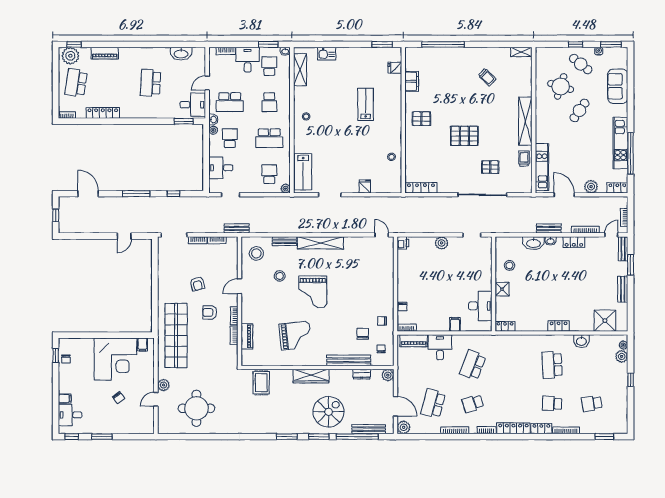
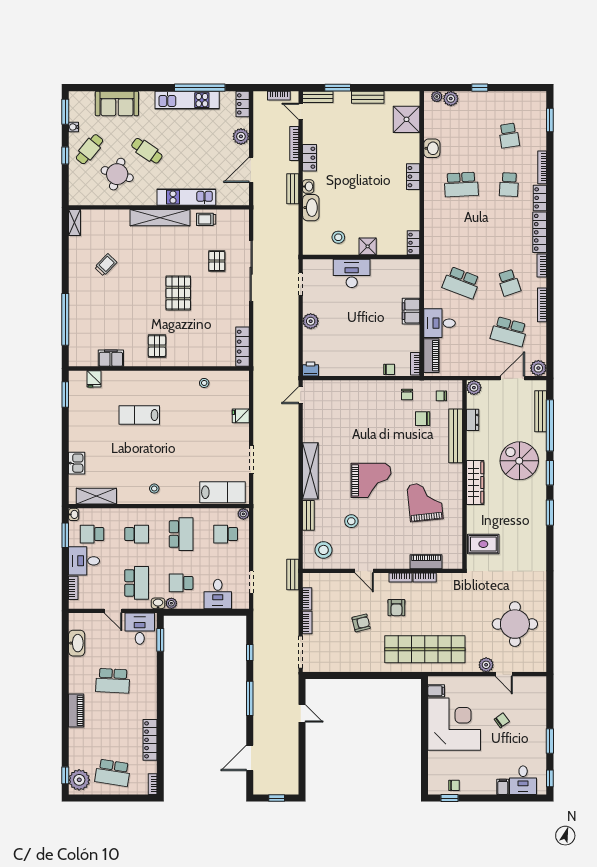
piano: (105, 53) -> (76, 711), moved
kitchen unit: (542, 167) -> (186, 197), moved
desk: (480, 306) -> (352, 273), moved
filing cabinet: (455, 324) -> (411, 311), width x2.00

